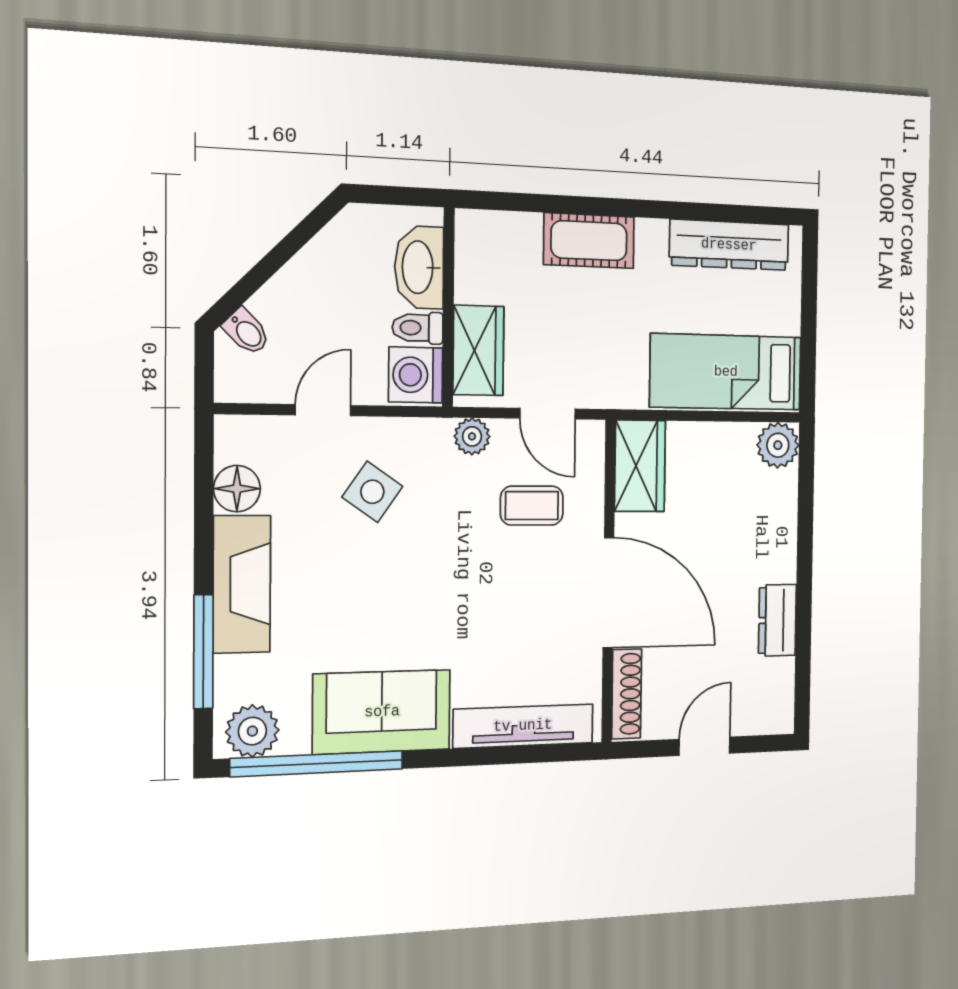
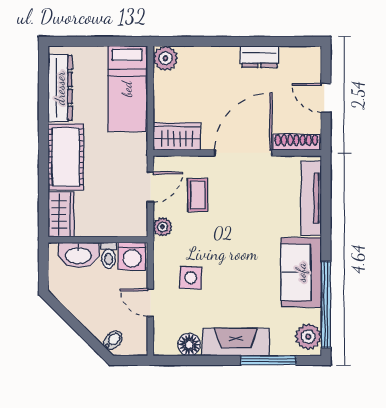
cot: (589, 241) -> (66, 157), width x1.37, depth x1.34
wardrobe: (478, 350) -> (61, 214), moved, turned 90
side table: (372, 492) -> (191, 278), turned -32

